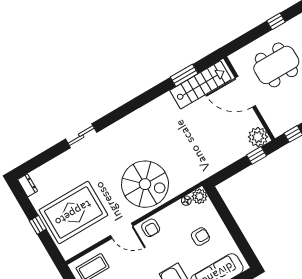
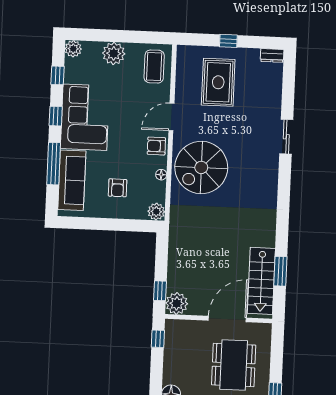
floor lamp: (186, 201) -> (161, 175), moved
rug: (73, 213) -> (218, 82), width x0.73, depth x0.69

